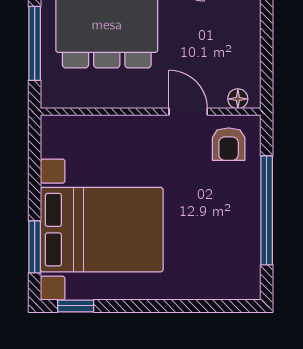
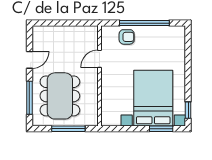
floor lamp: (238, 99) -> (94, 36), removed
armchair: (229, 144) -> (127, 37), moved

